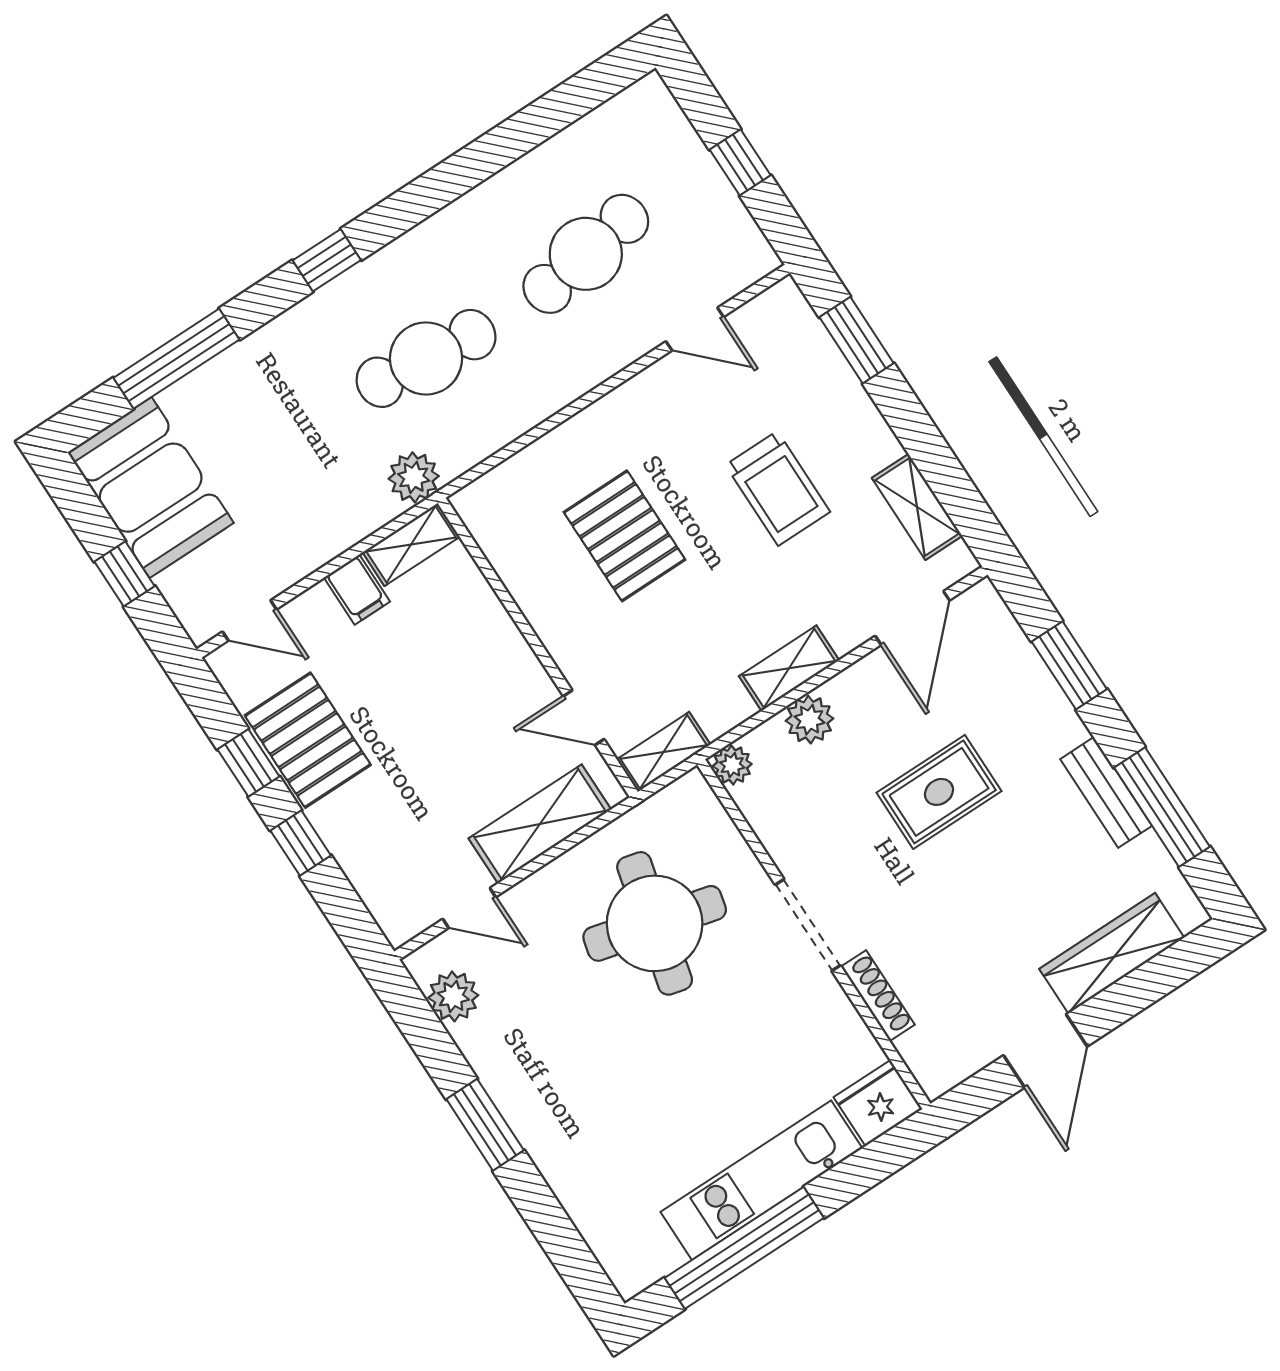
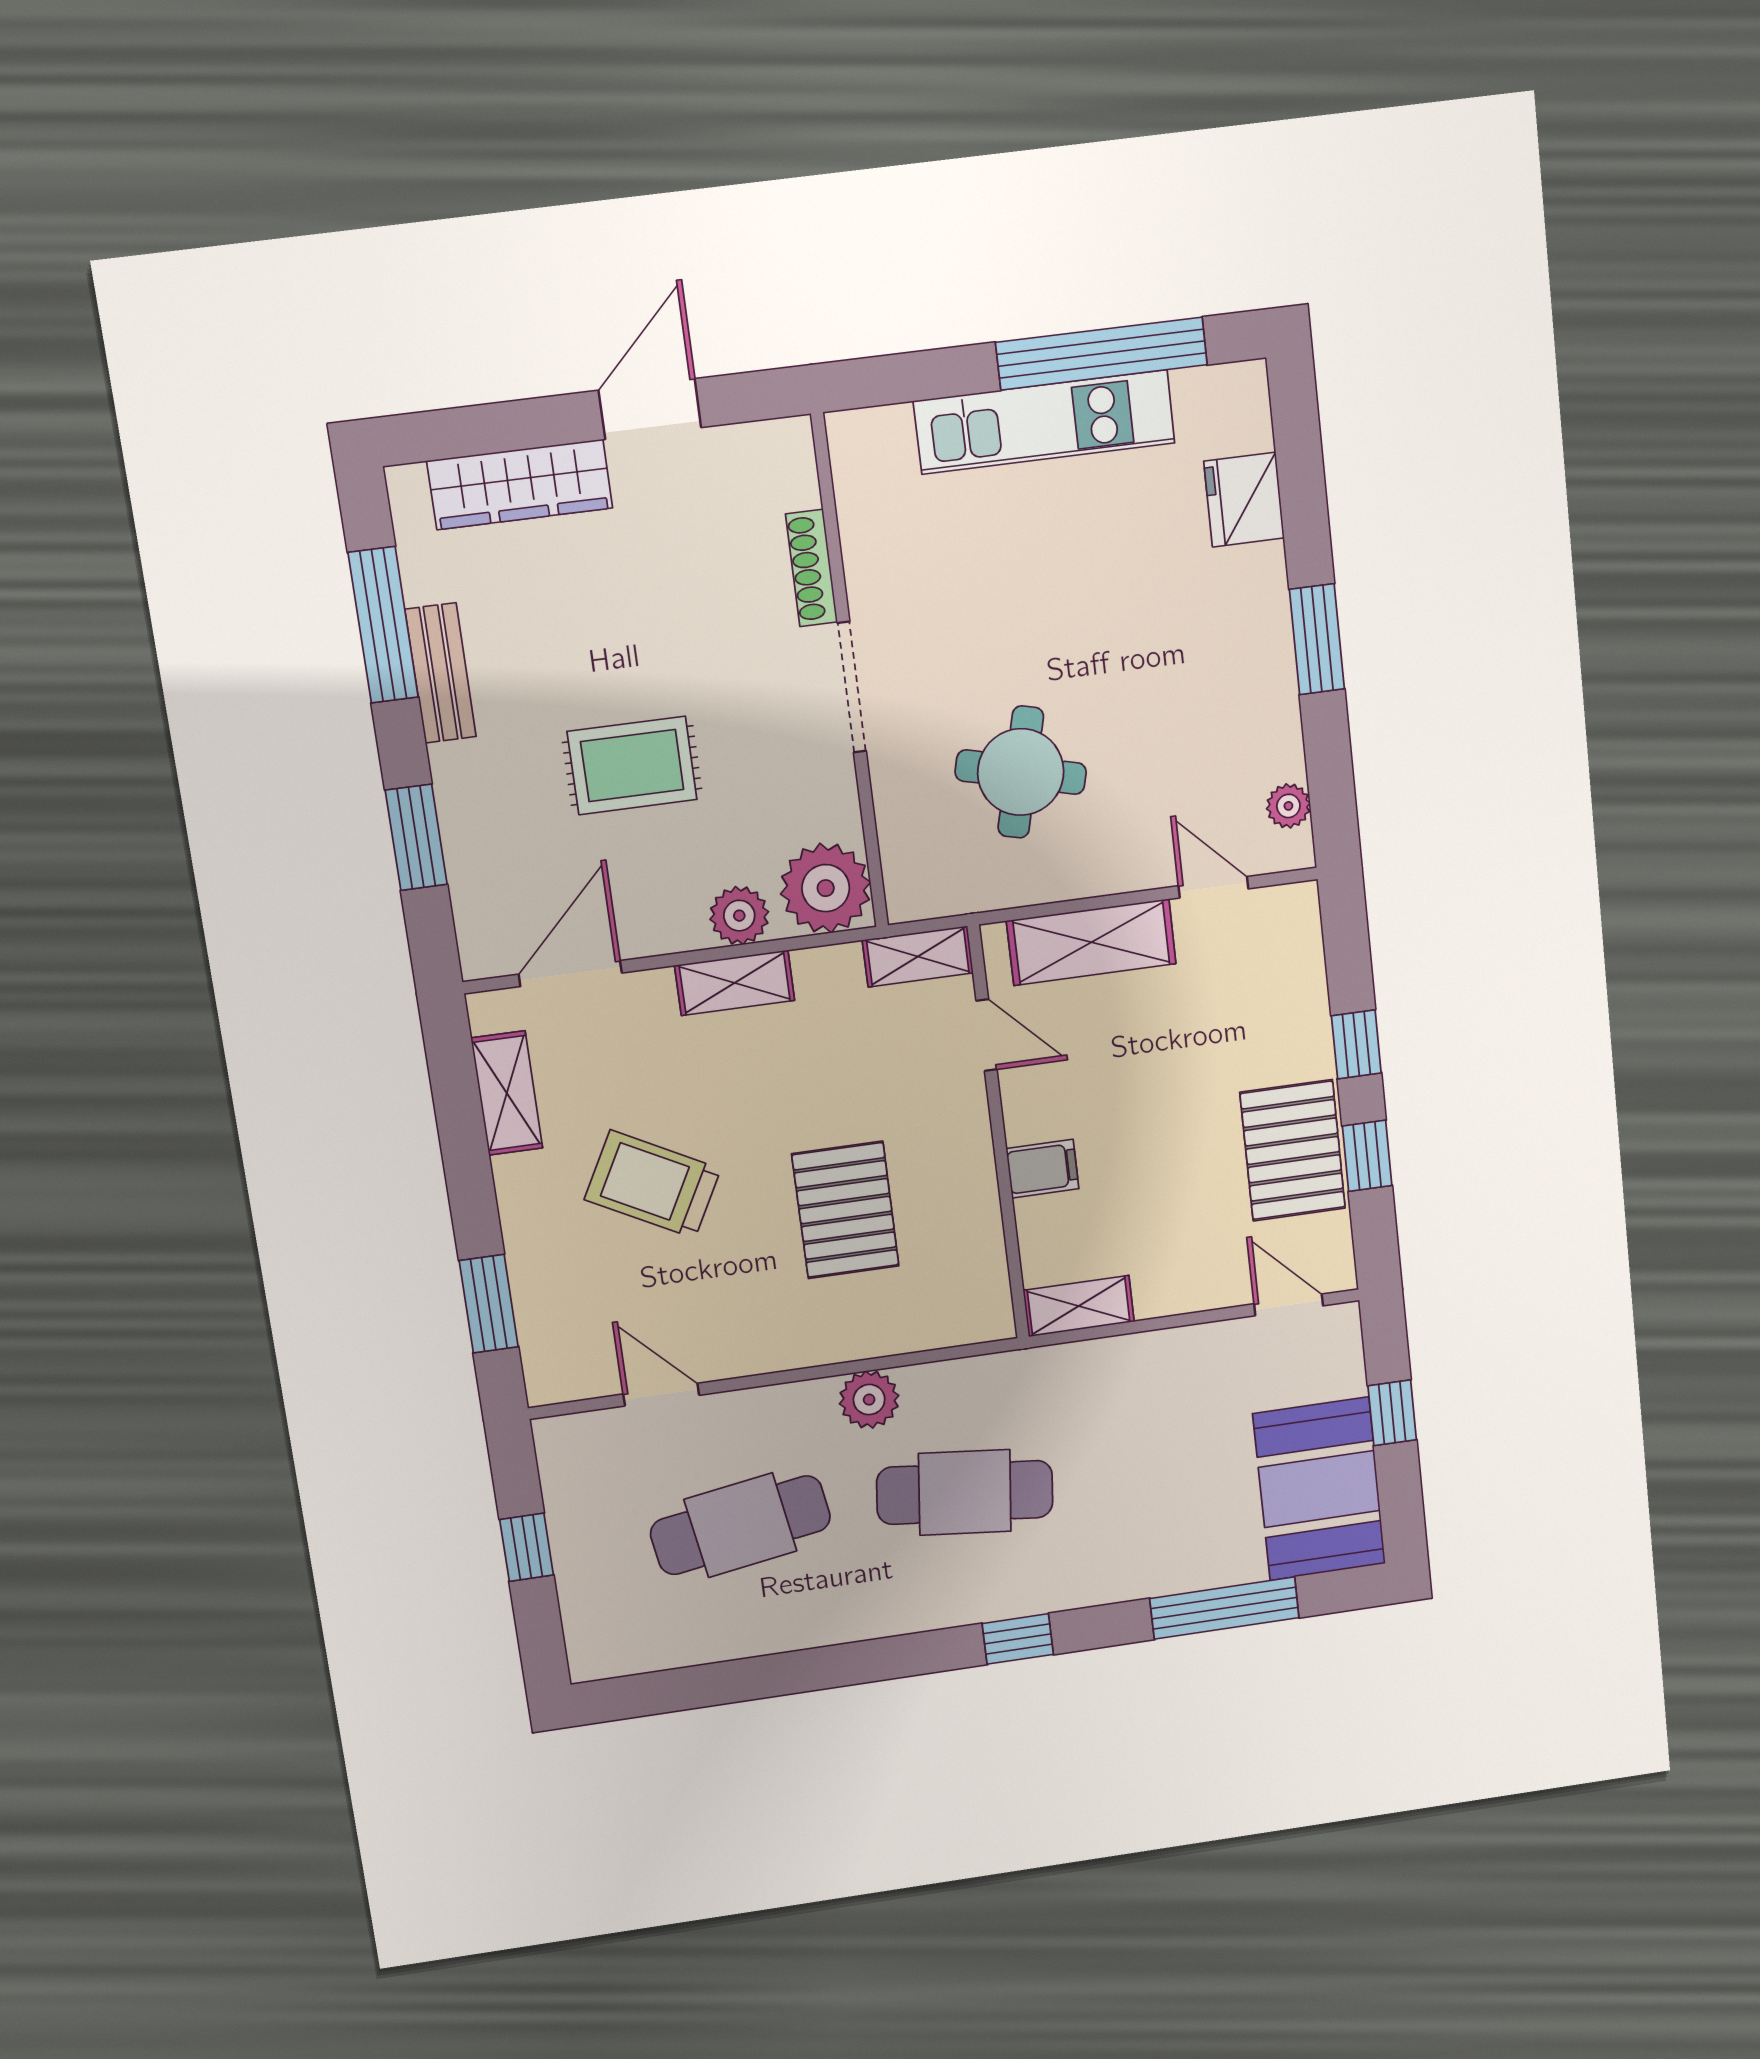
plant: (414, 477) -> (869, 1400), moved
trolley: (778, 488) -> (653, 1184), turned -62
filing cabinet: (357, 589) -> (1042, 1169), moved, turned 90
plant: (732, 765) -> (826, 888), width x1.88, depth x1.88
round table: (655, 923) -> (1021, 772), width x0.73, depth x0.73
plant: (453, 996) -> (1288, 806), width x0.73, depth x0.73
fridge: (878, 1103) -> (1244, 500), moved, turned 90

